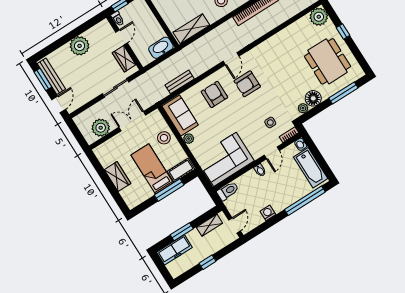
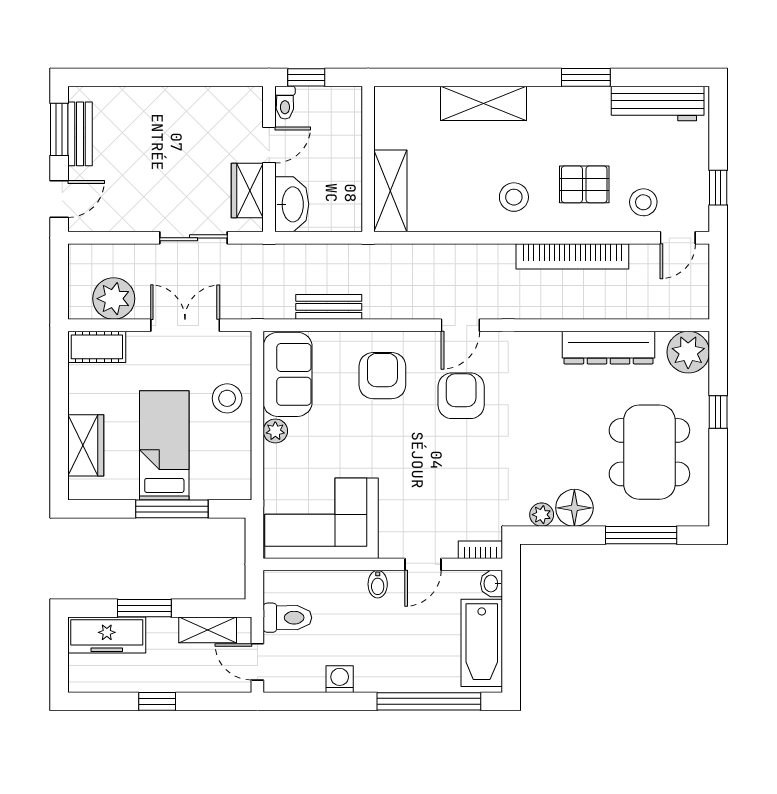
shelving: (191, 29) -> (390, 191), moved, turned 90
dresser: (289, 33) -> (609, 348), added
plant: (80, 46) -> (175, 109), removed
washbasin: (161, 48) -> (292, 204), moved, turned 90
bench: (51, 76) -> (80, 134), width x0.73
armchair: (247, 84) -> (461, 396), turned 90
side table: (270, 122) -> (458, 502), removed
cot: (181, 170) -> (97, 347), moved
wardrobe: (117, 177) -> (86, 445), moved
toilet: (228, 191) -> (287, 618), moved
door: (235, 225) -> (257, 662), swing flipped

